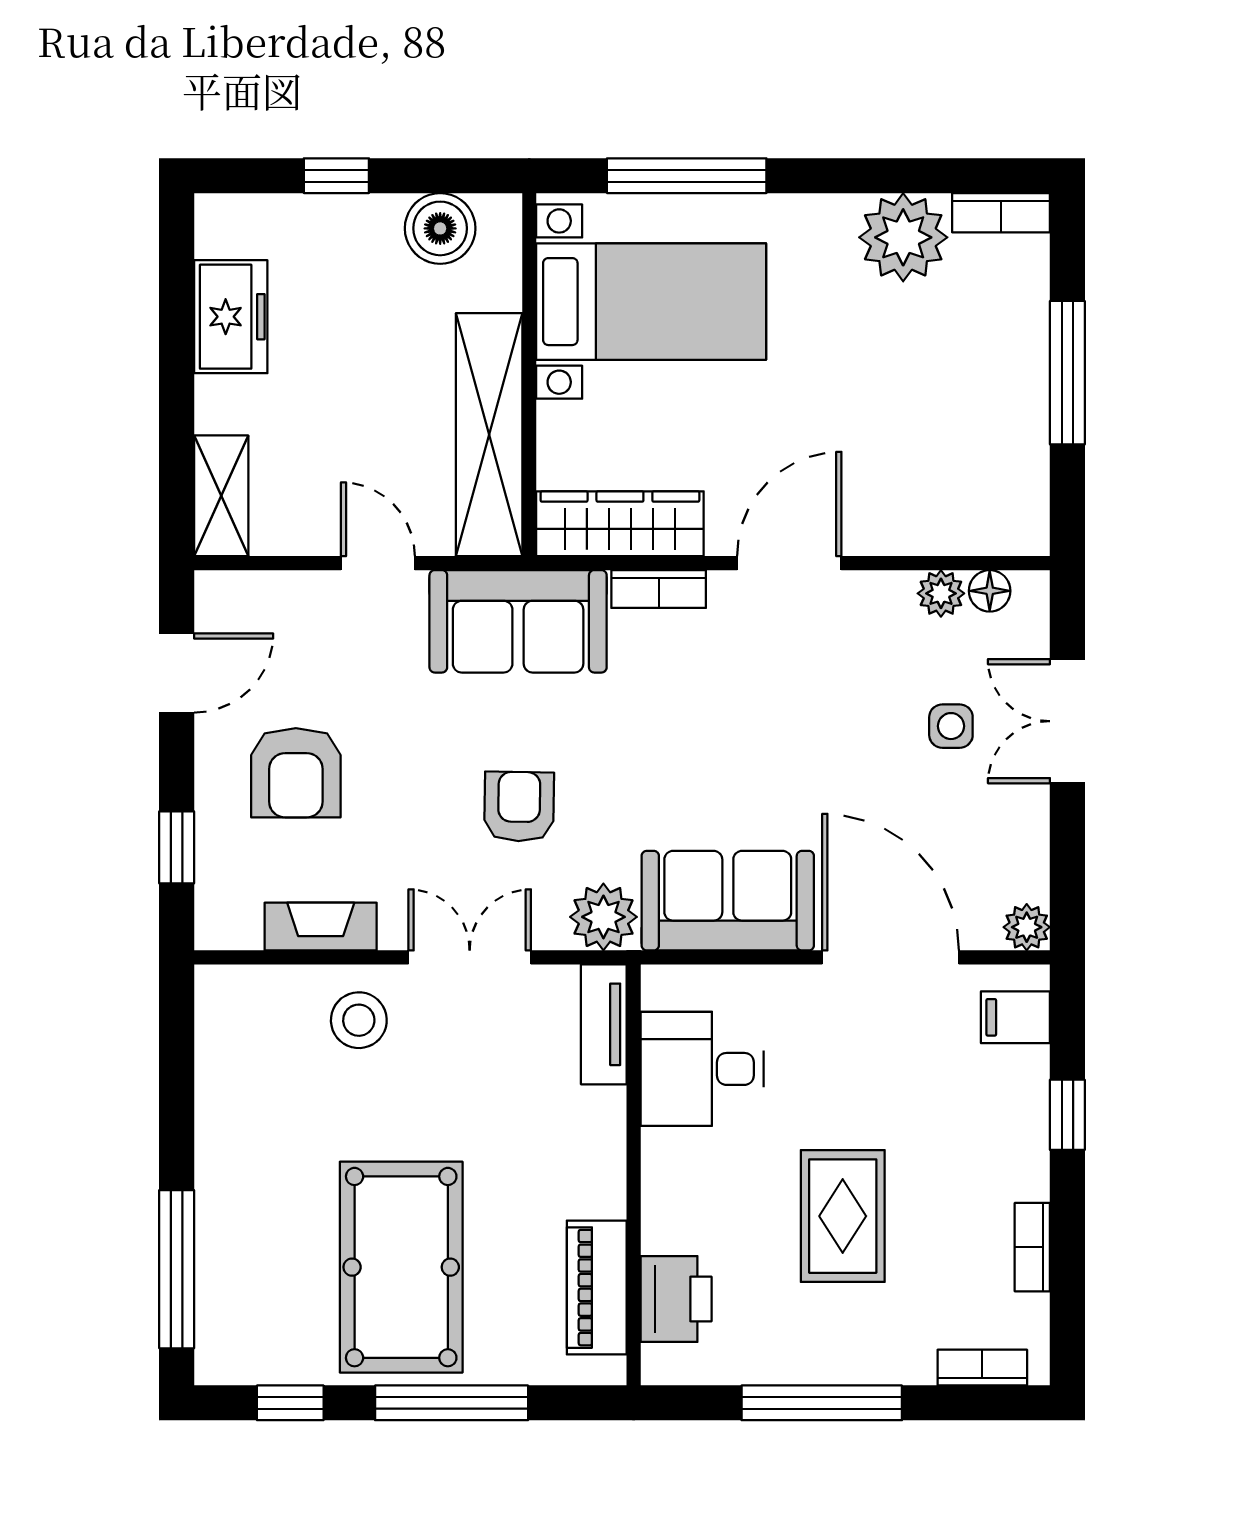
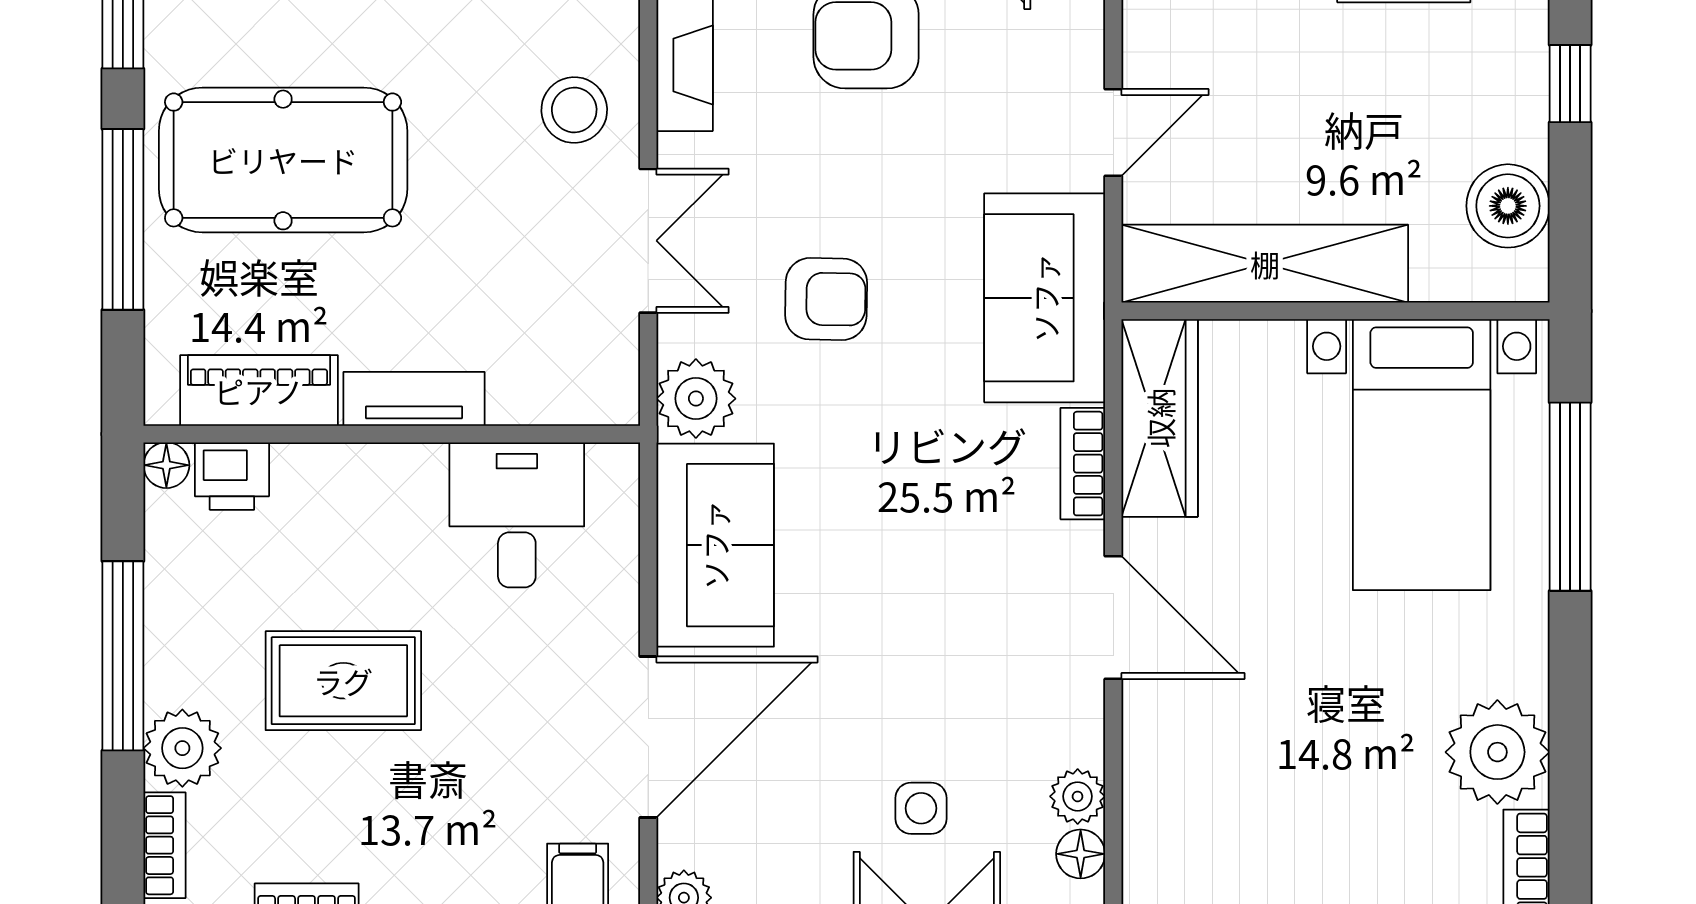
tv unit: (604, 1024) -> (414, 399), moved
printer: (676, 1299) -> (232, 476), width x0.73, depth x0.81
plant: (900, 1352) -> (182, 748), added
floor lamp: (660, 1366) -> (166, 465), added

